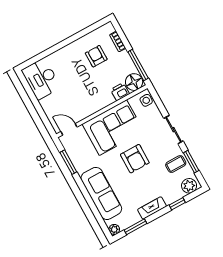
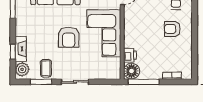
armchair: (96, 56) -> (172, 29), moved, turned 180
side table: (146, 100) -> (111, 73), removed
armchair: (135, 159) -> (69, 37), turned -90
fireplace: (152, 208) -> (21, 49), moved

